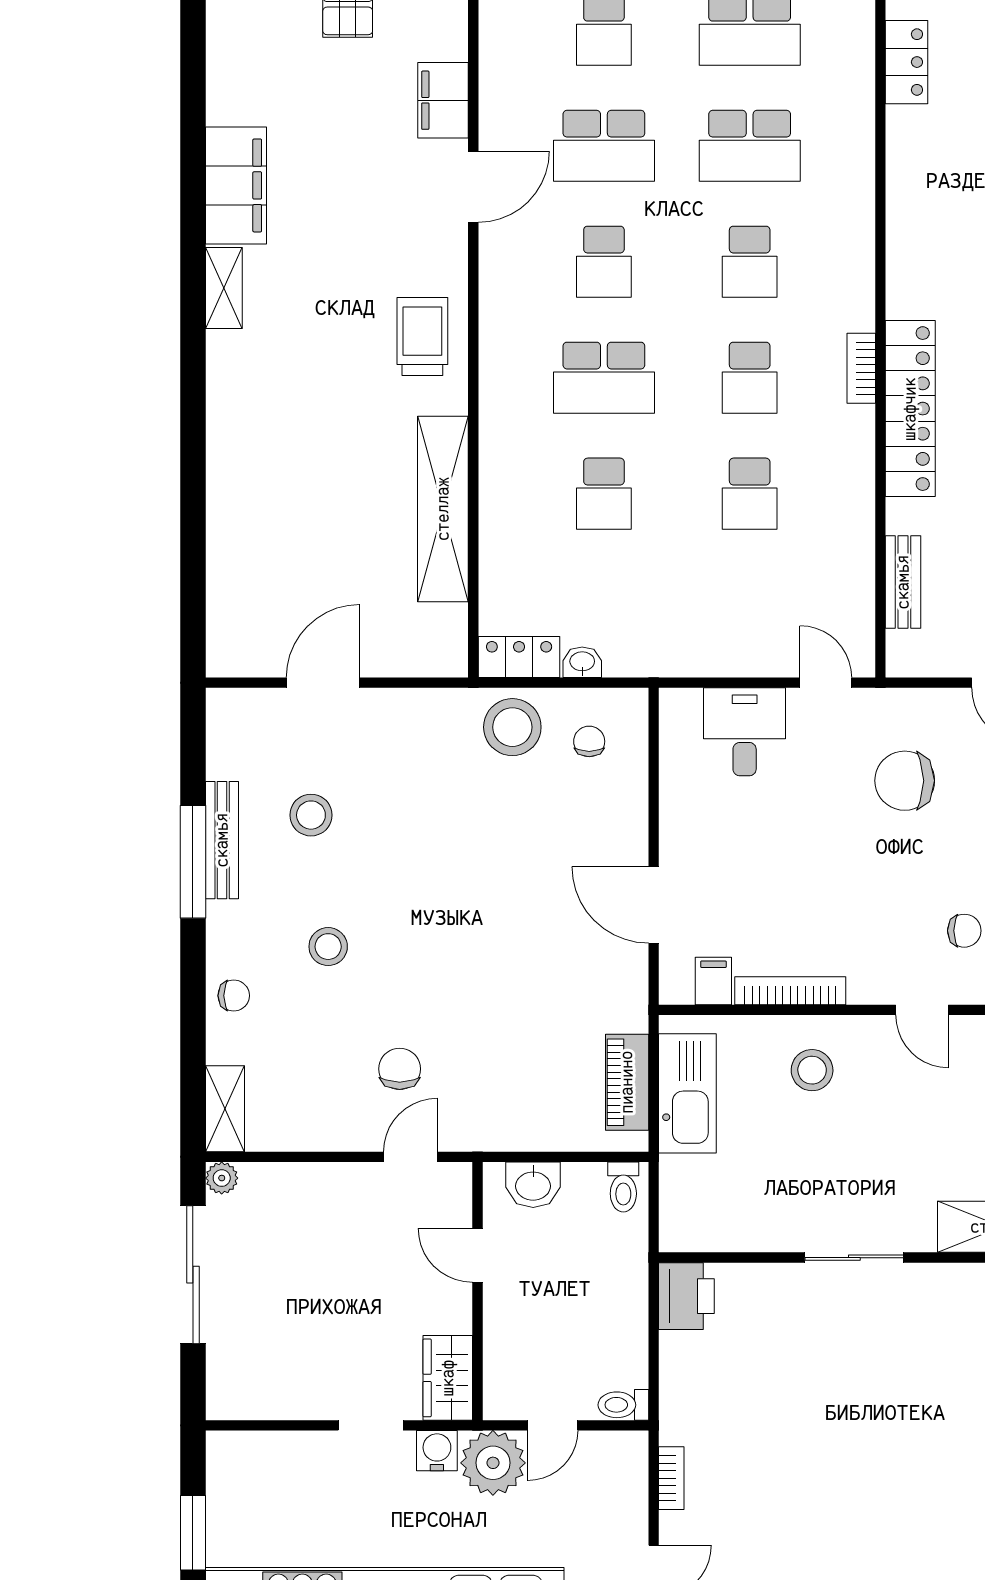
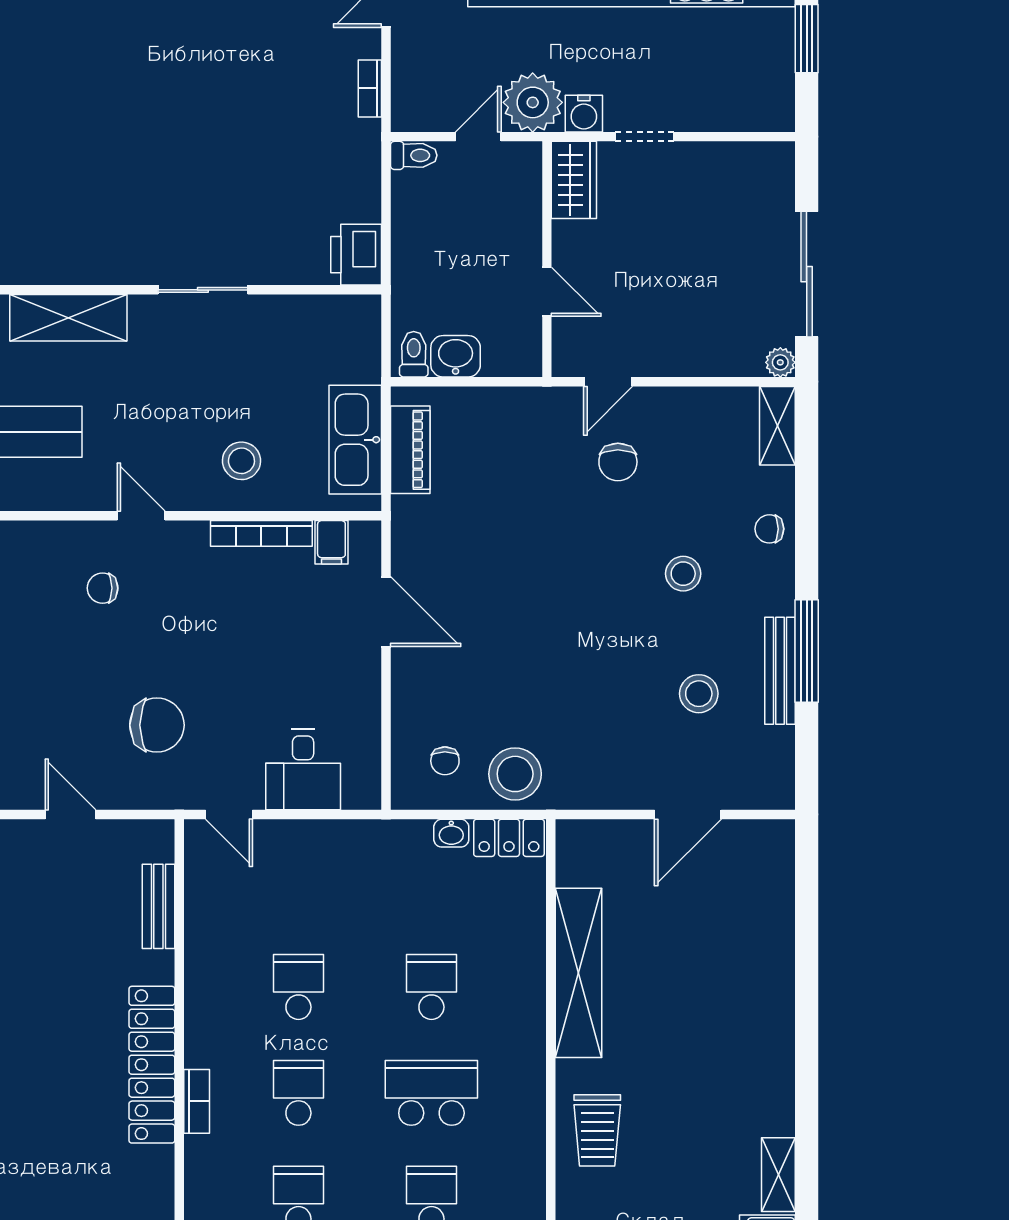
washbasin: (533, 1185) -> (456, 356), moved

